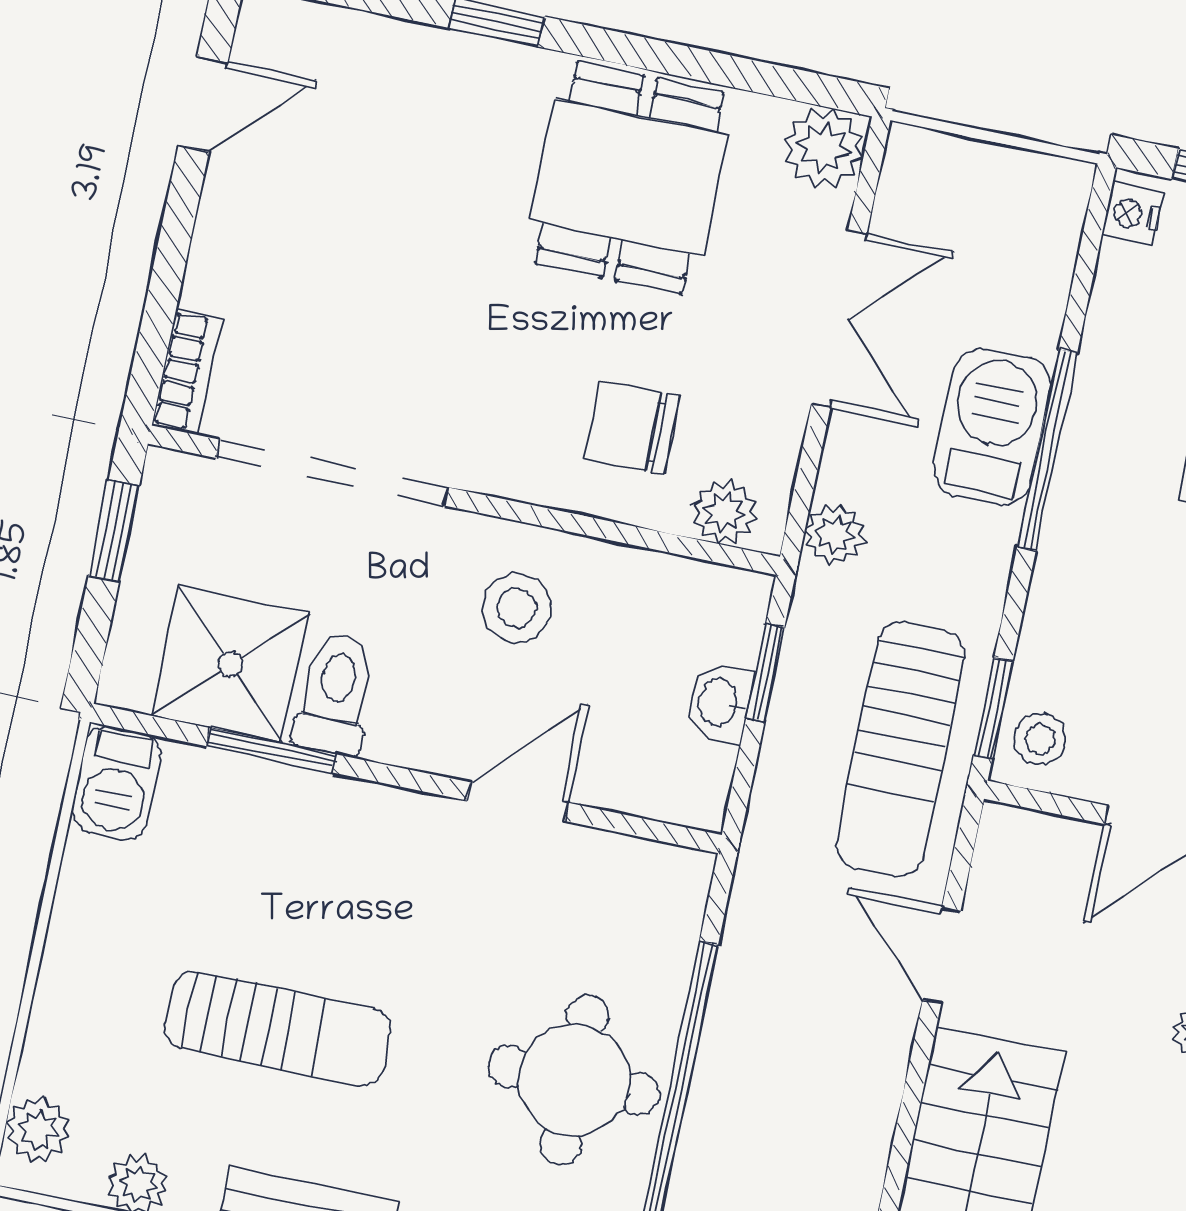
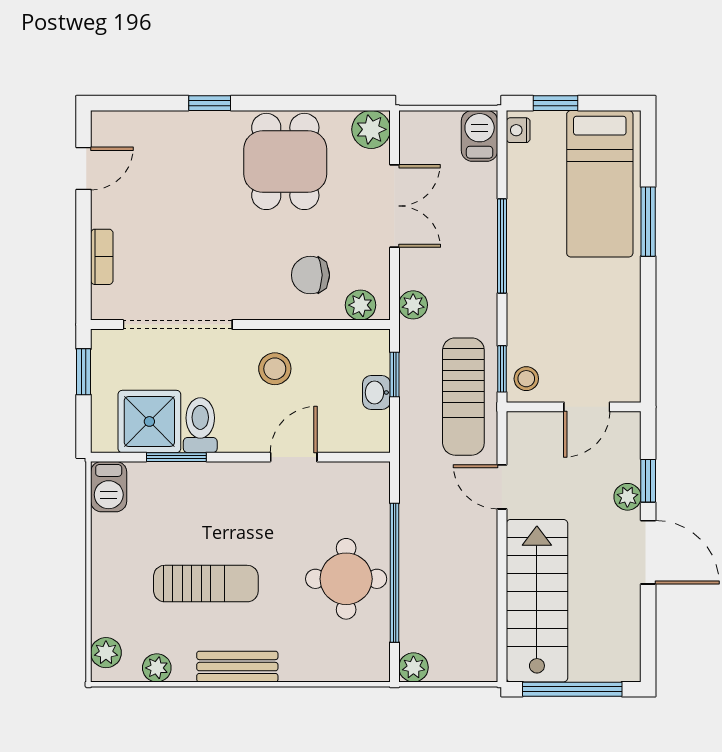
bookcase: (187, 372) -> (102, 257), moved
barbecue: (992, 426) -> (480, 136), moved, width x0.73, depth x0.79

